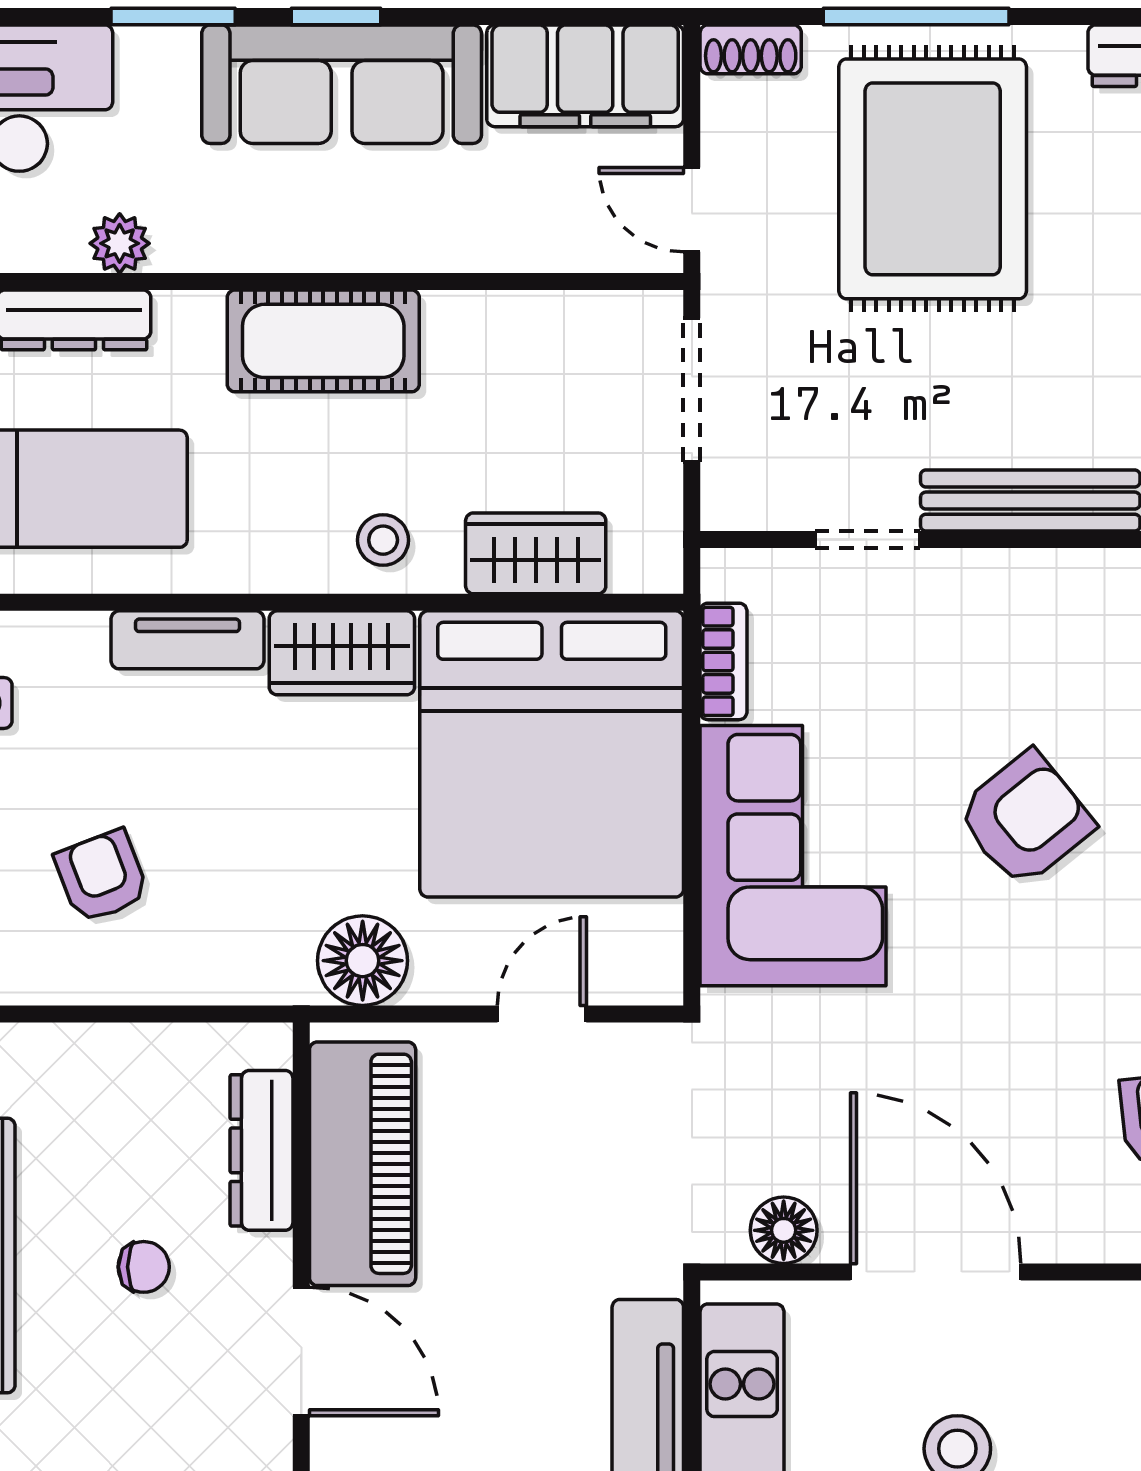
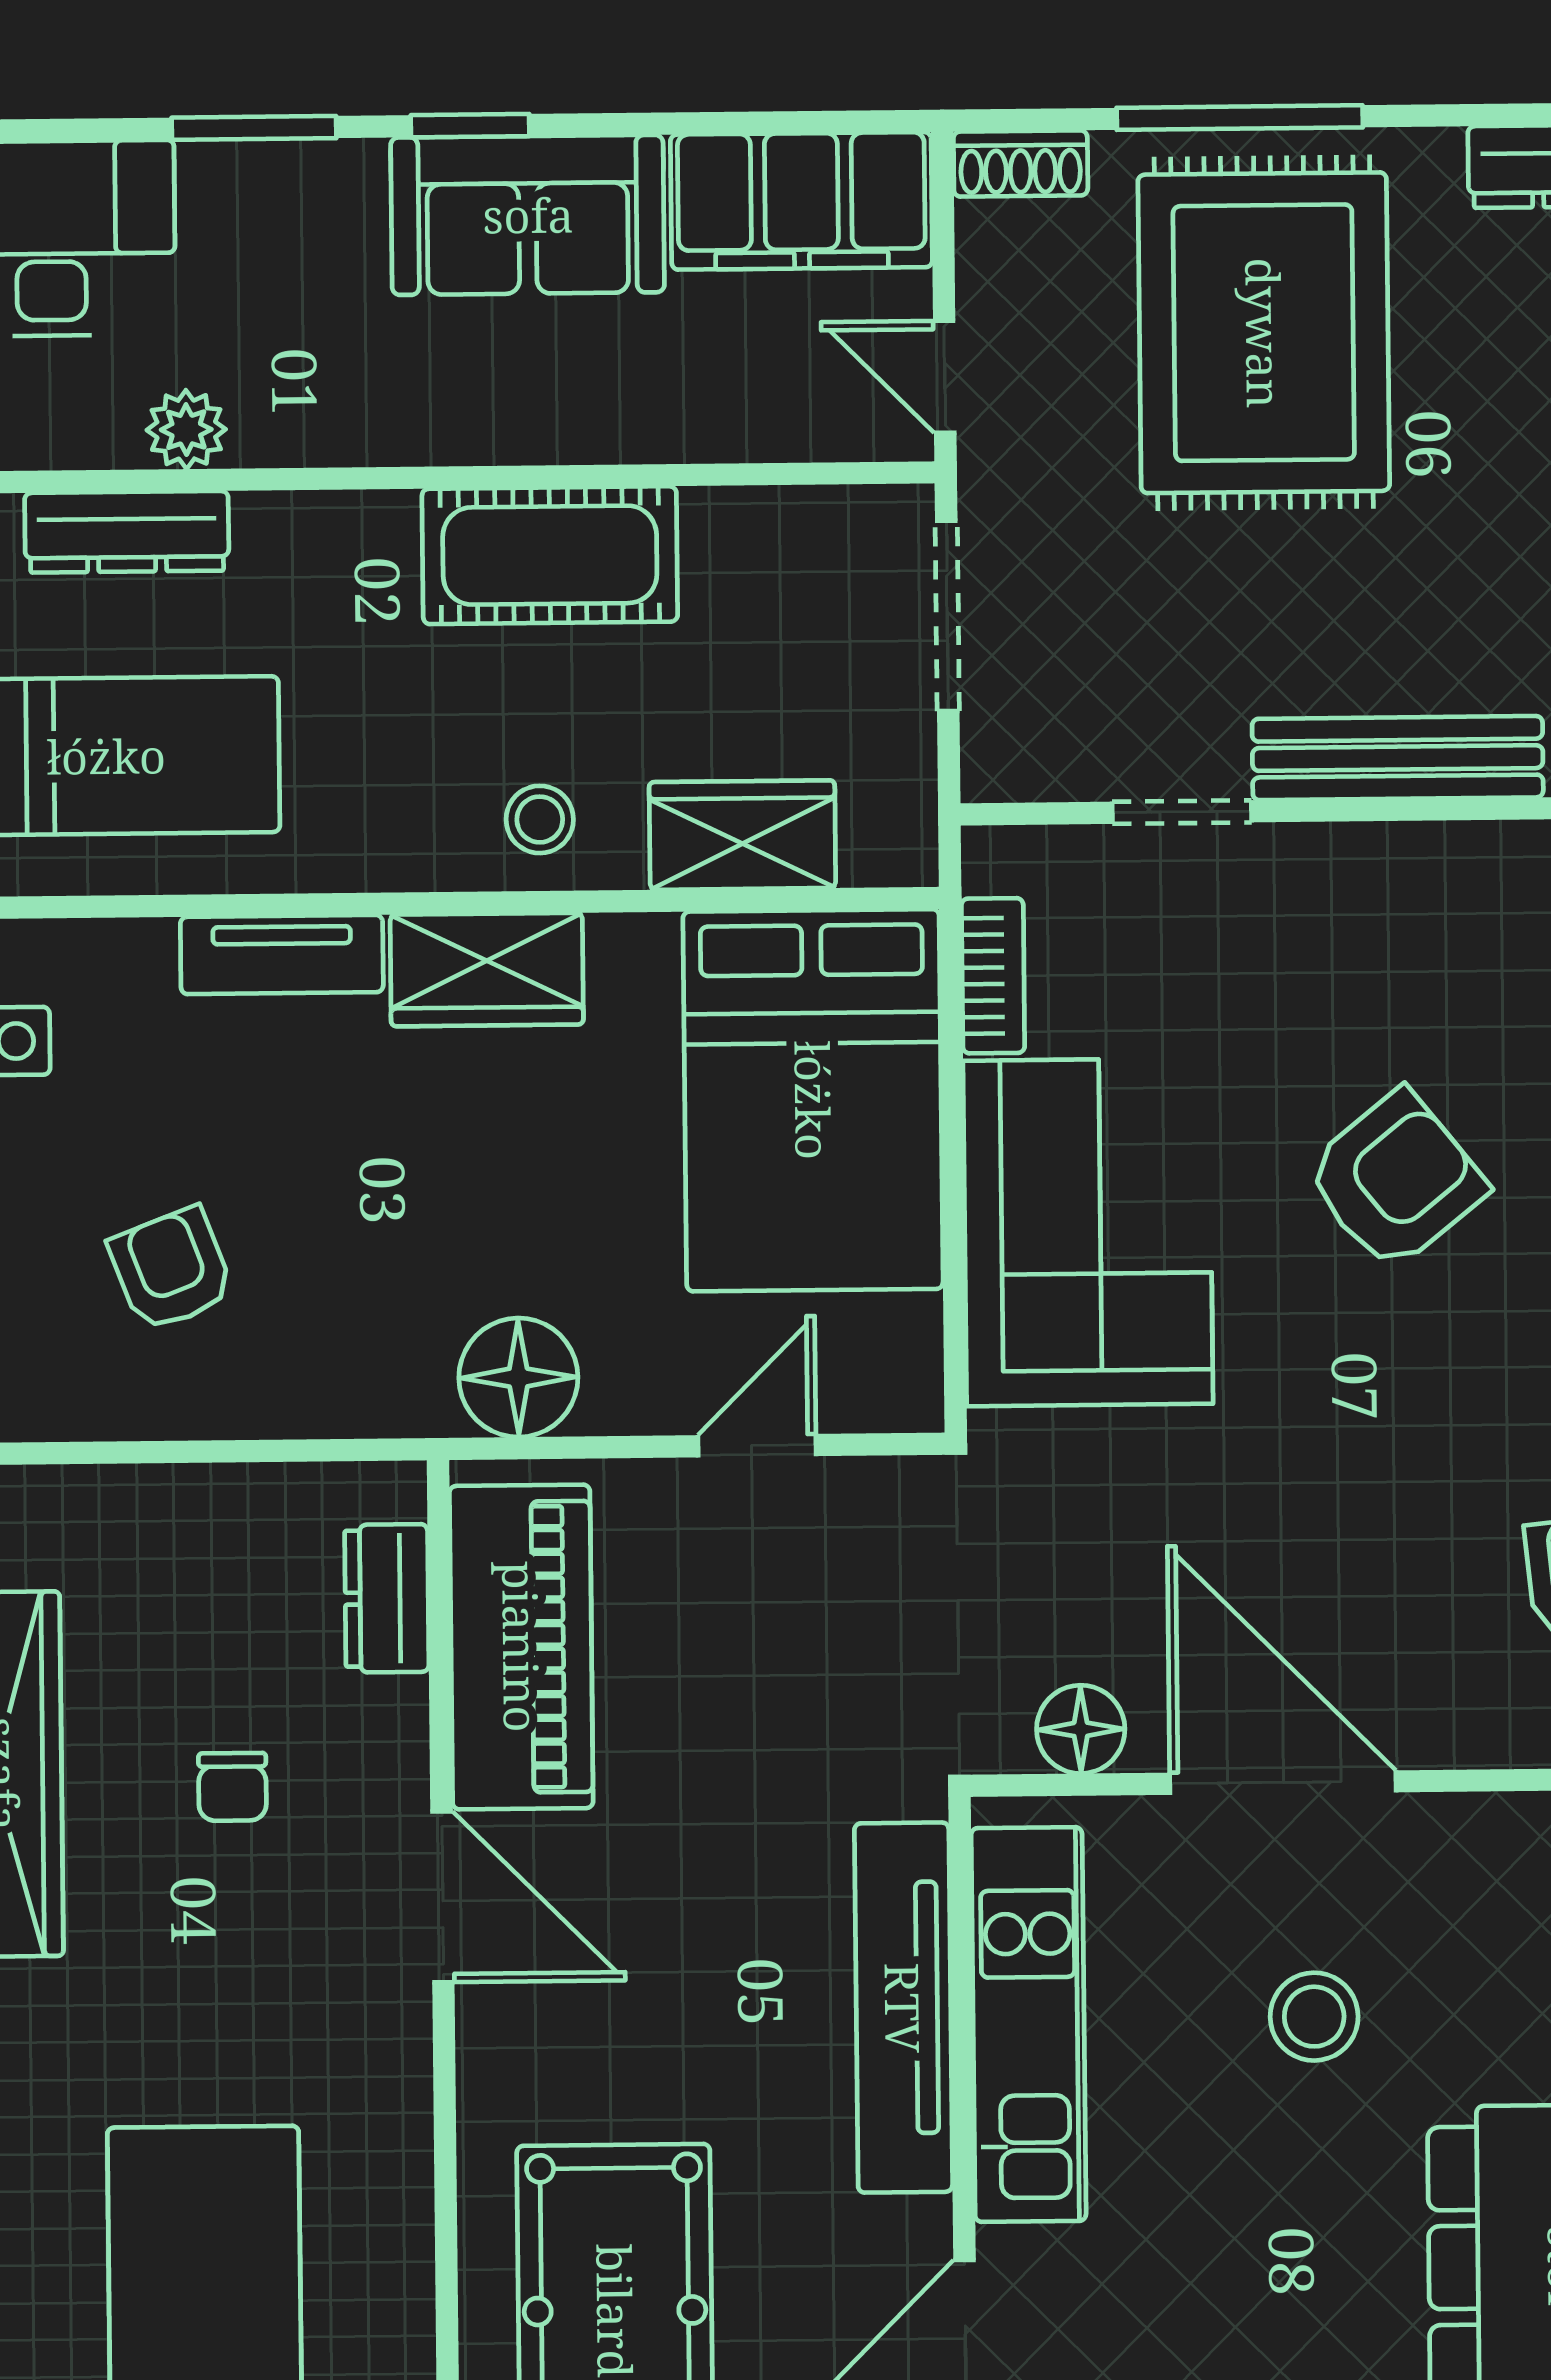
sofa: (342, 84) -> (528, 215), width x0.73
cot: (323, 341) -> (550, 555), moved
bed: (552, 754) -> (813, 1100), width x0.73
dresser: (262, 1150) -> (387, 1598), width x0.70
chair: (144, 1267) -> (232, 1787), turned 90

